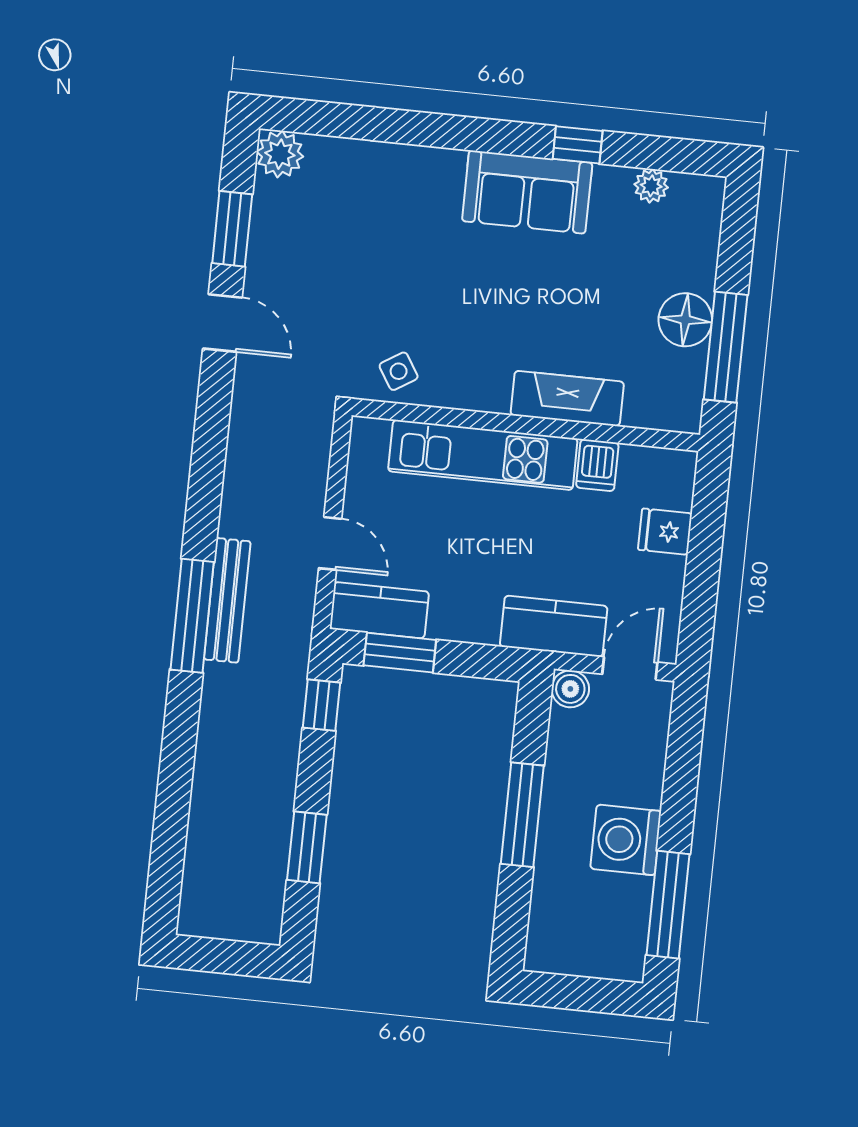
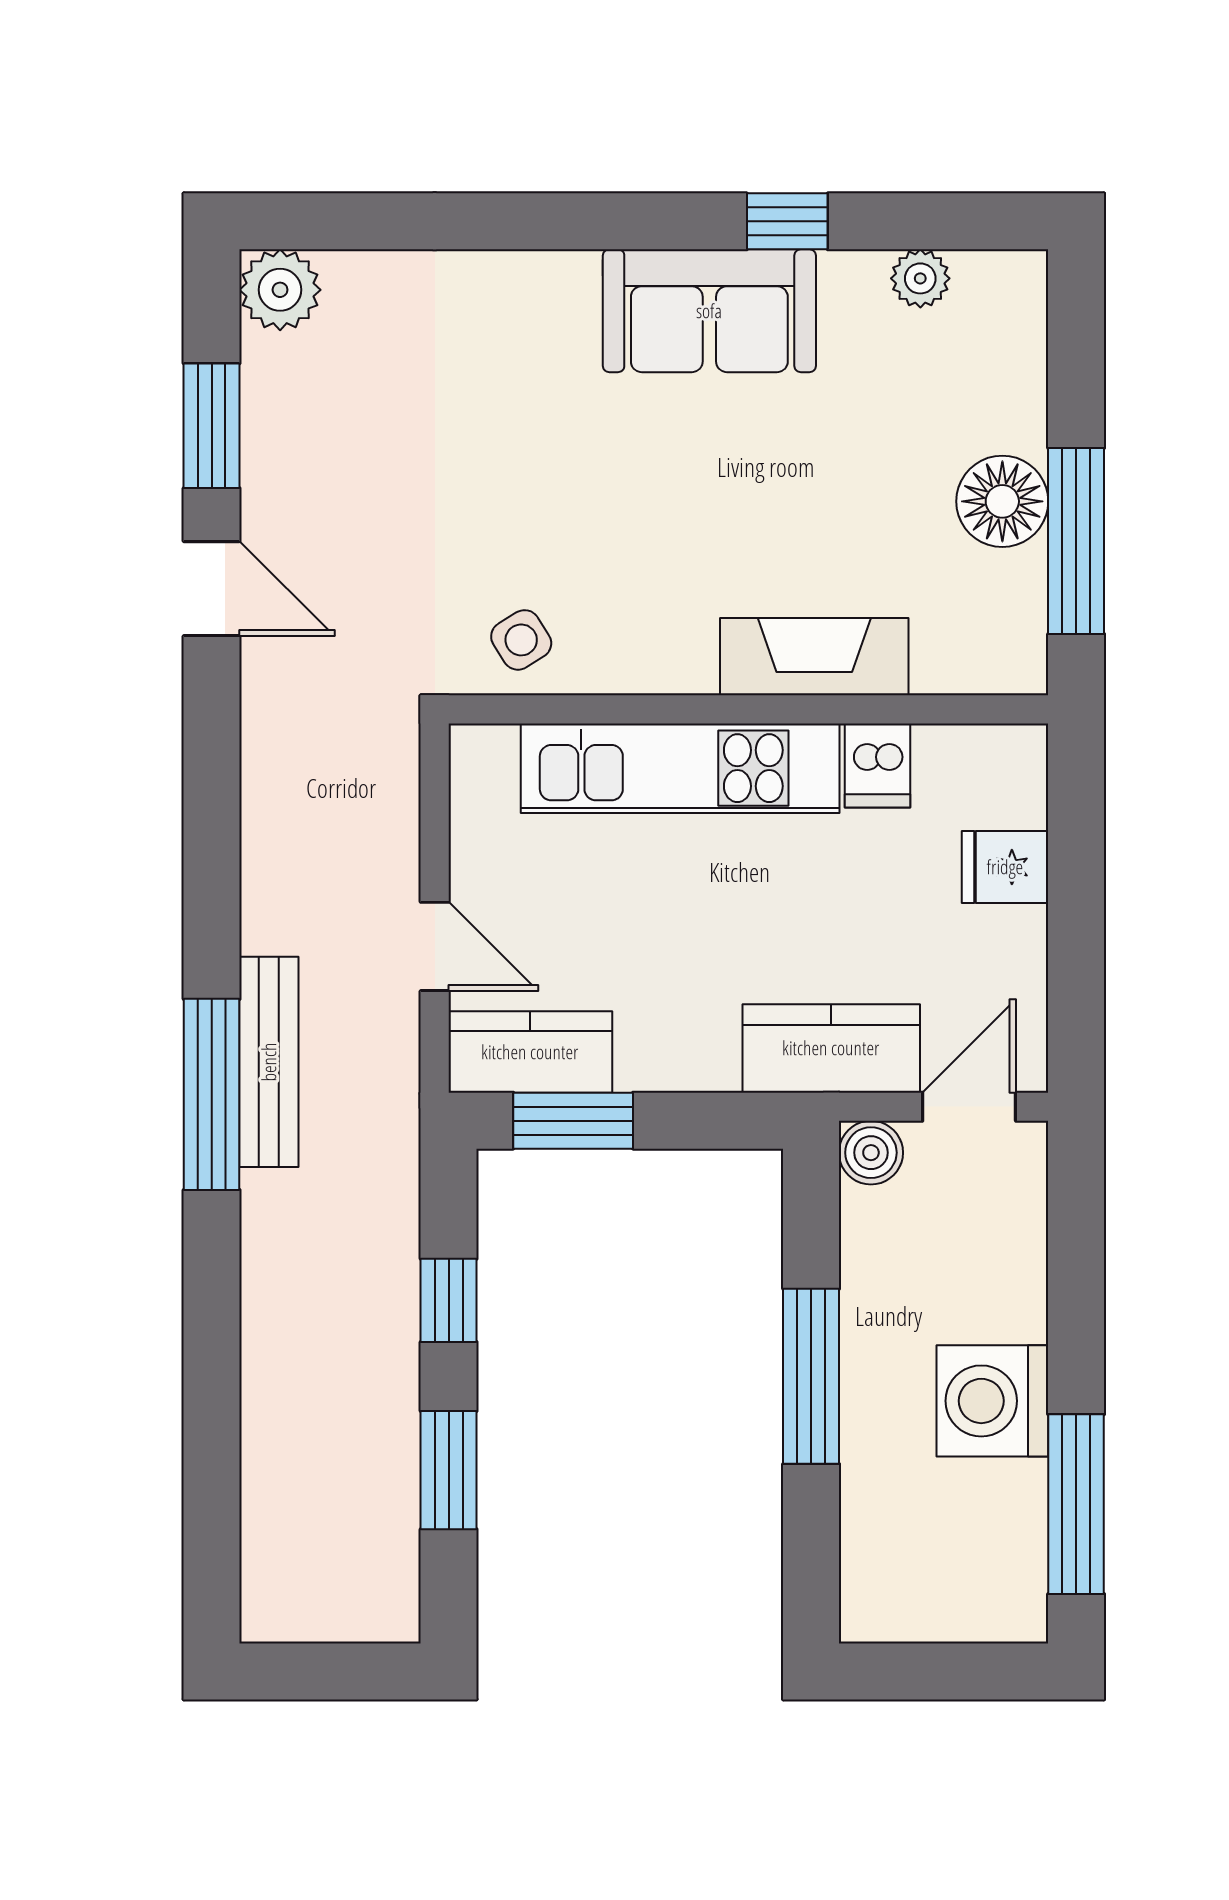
window: (322, 705) -> (449, 1300), moved

